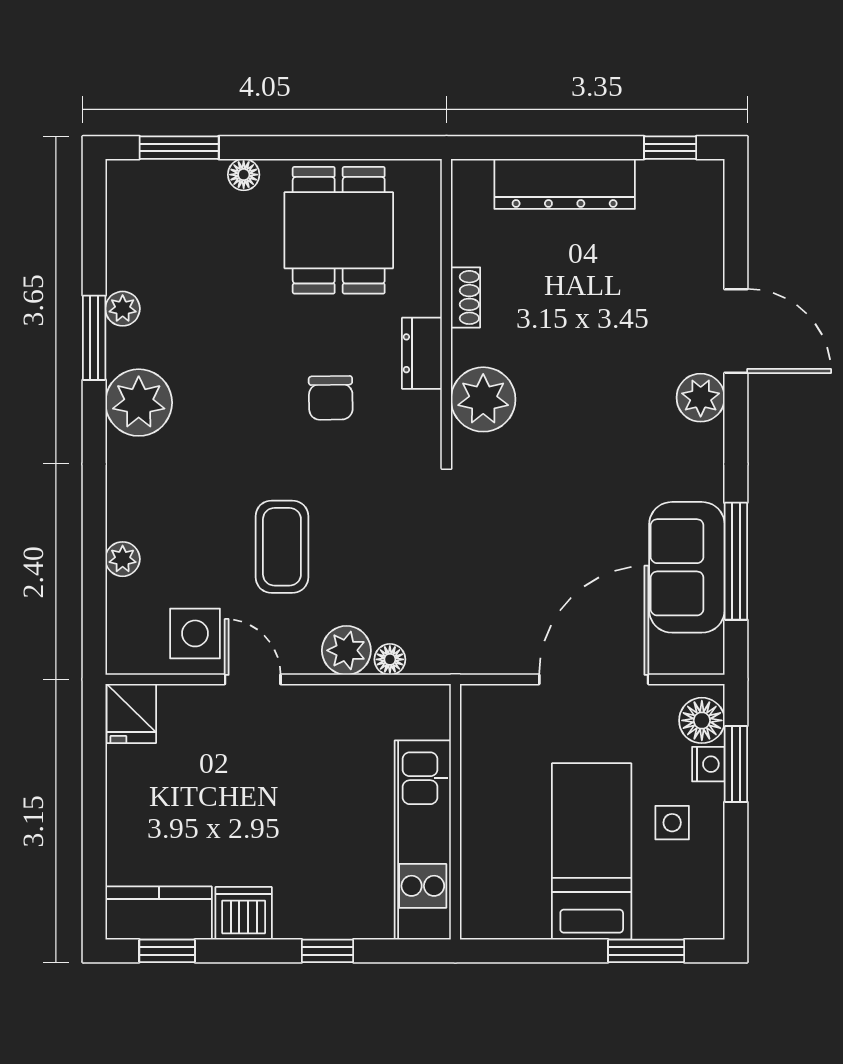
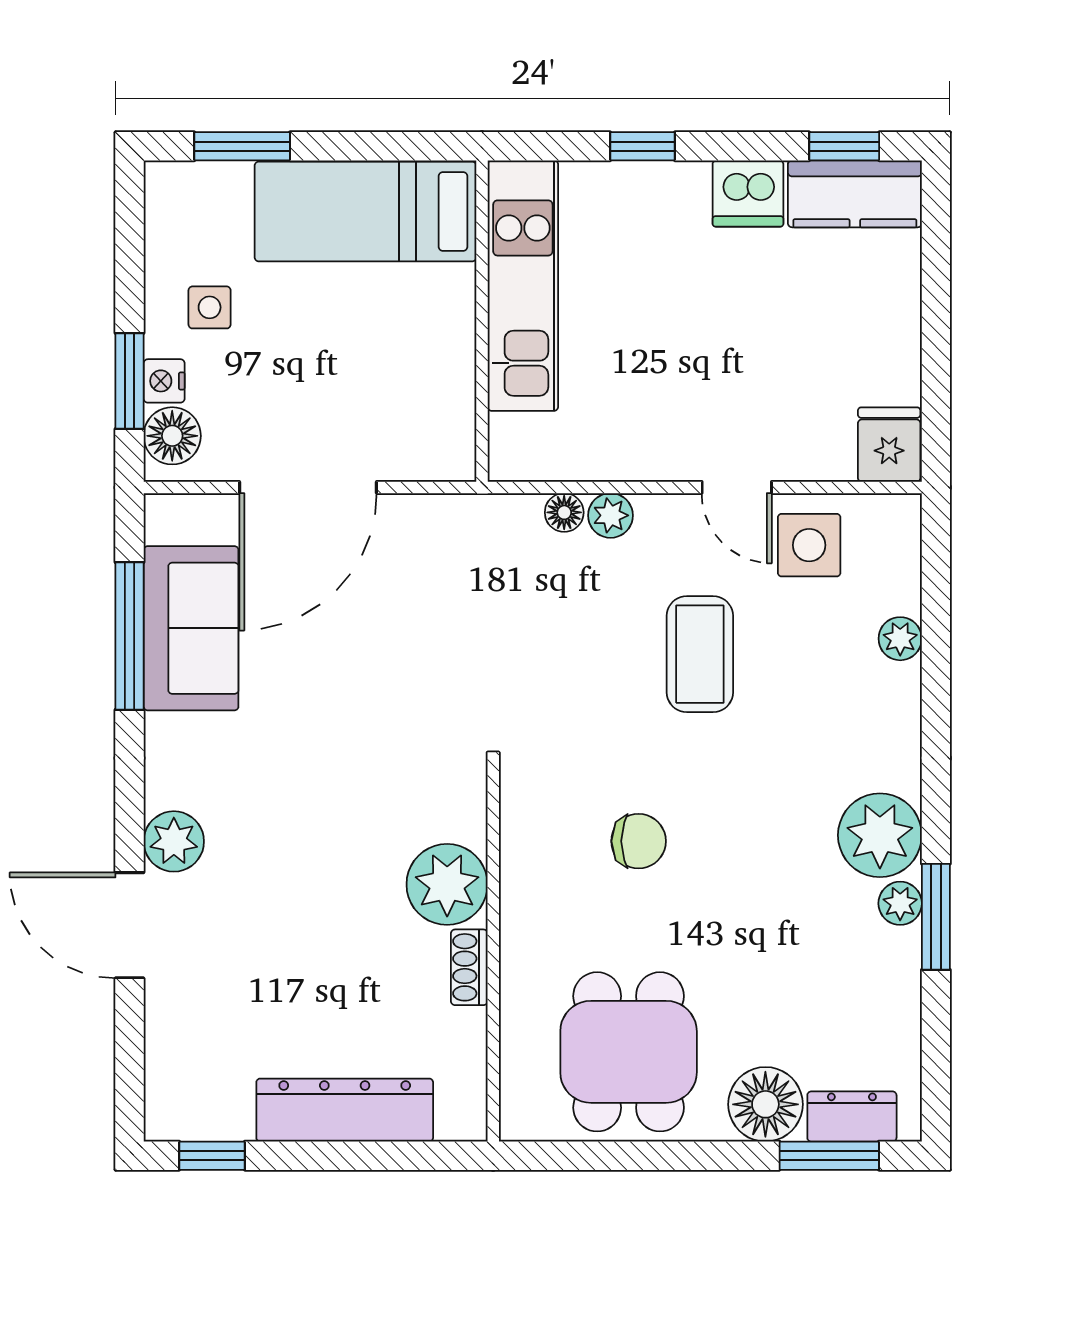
floor lamp: (244, 175) -> (765, 1104), width x1.89, depth x1.89
plant: (123, 309) -> (900, 903), moved
dresser: (422, 353) -> (852, 1116), moved, turned -90
chair: (331, 398) -> (639, 841), turned 91
plant: (483, 399) -> (447, 884), moved
plant: (346, 650) -> (611, 515), width x0.73, depth x0.73
bed: (592, 851) -> (365, 211), moved, turned 90

